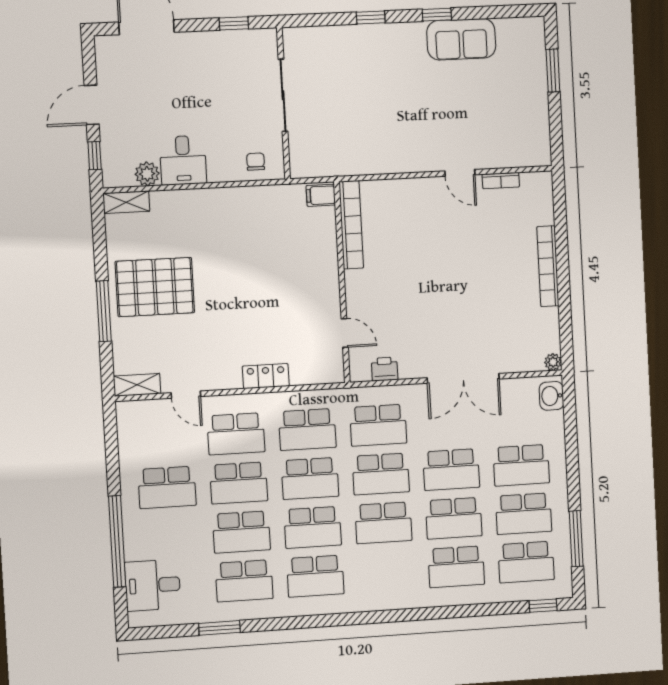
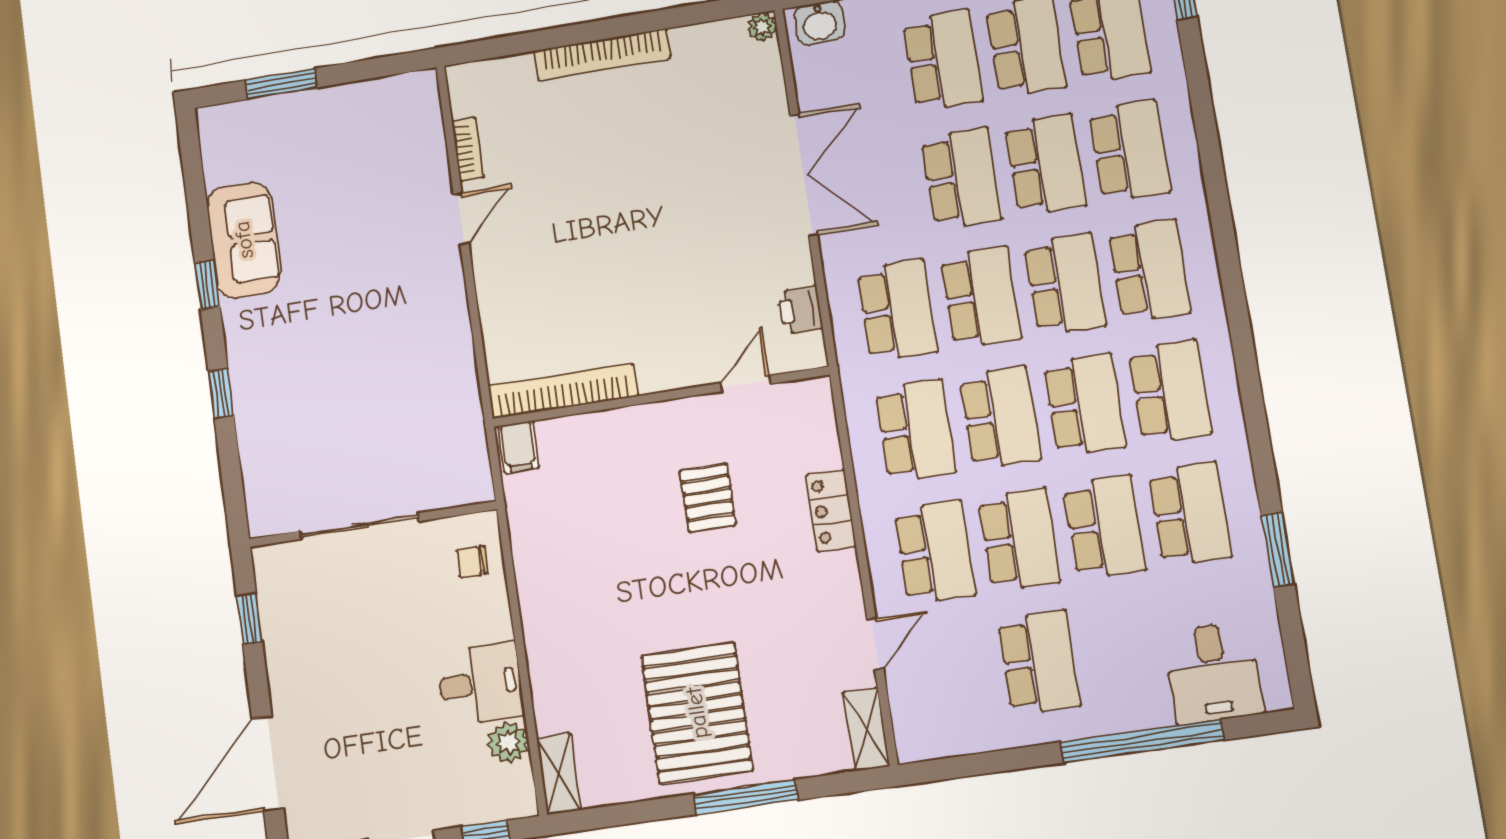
pallet: (280, 305) -> (708, 498), added
school desk: (386, 571) -> (1149, 271), added

